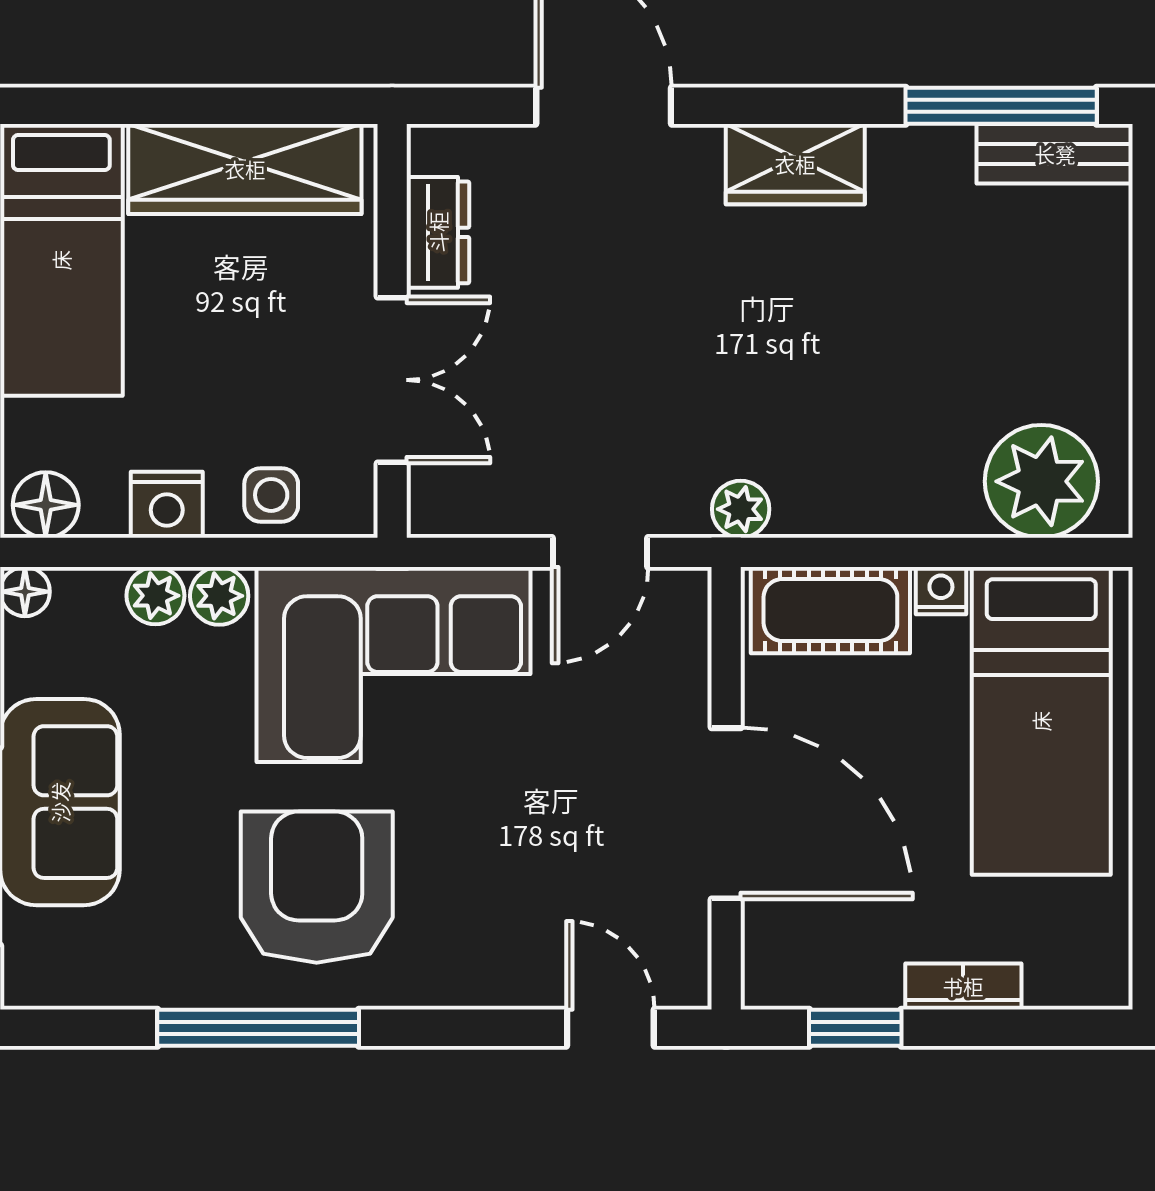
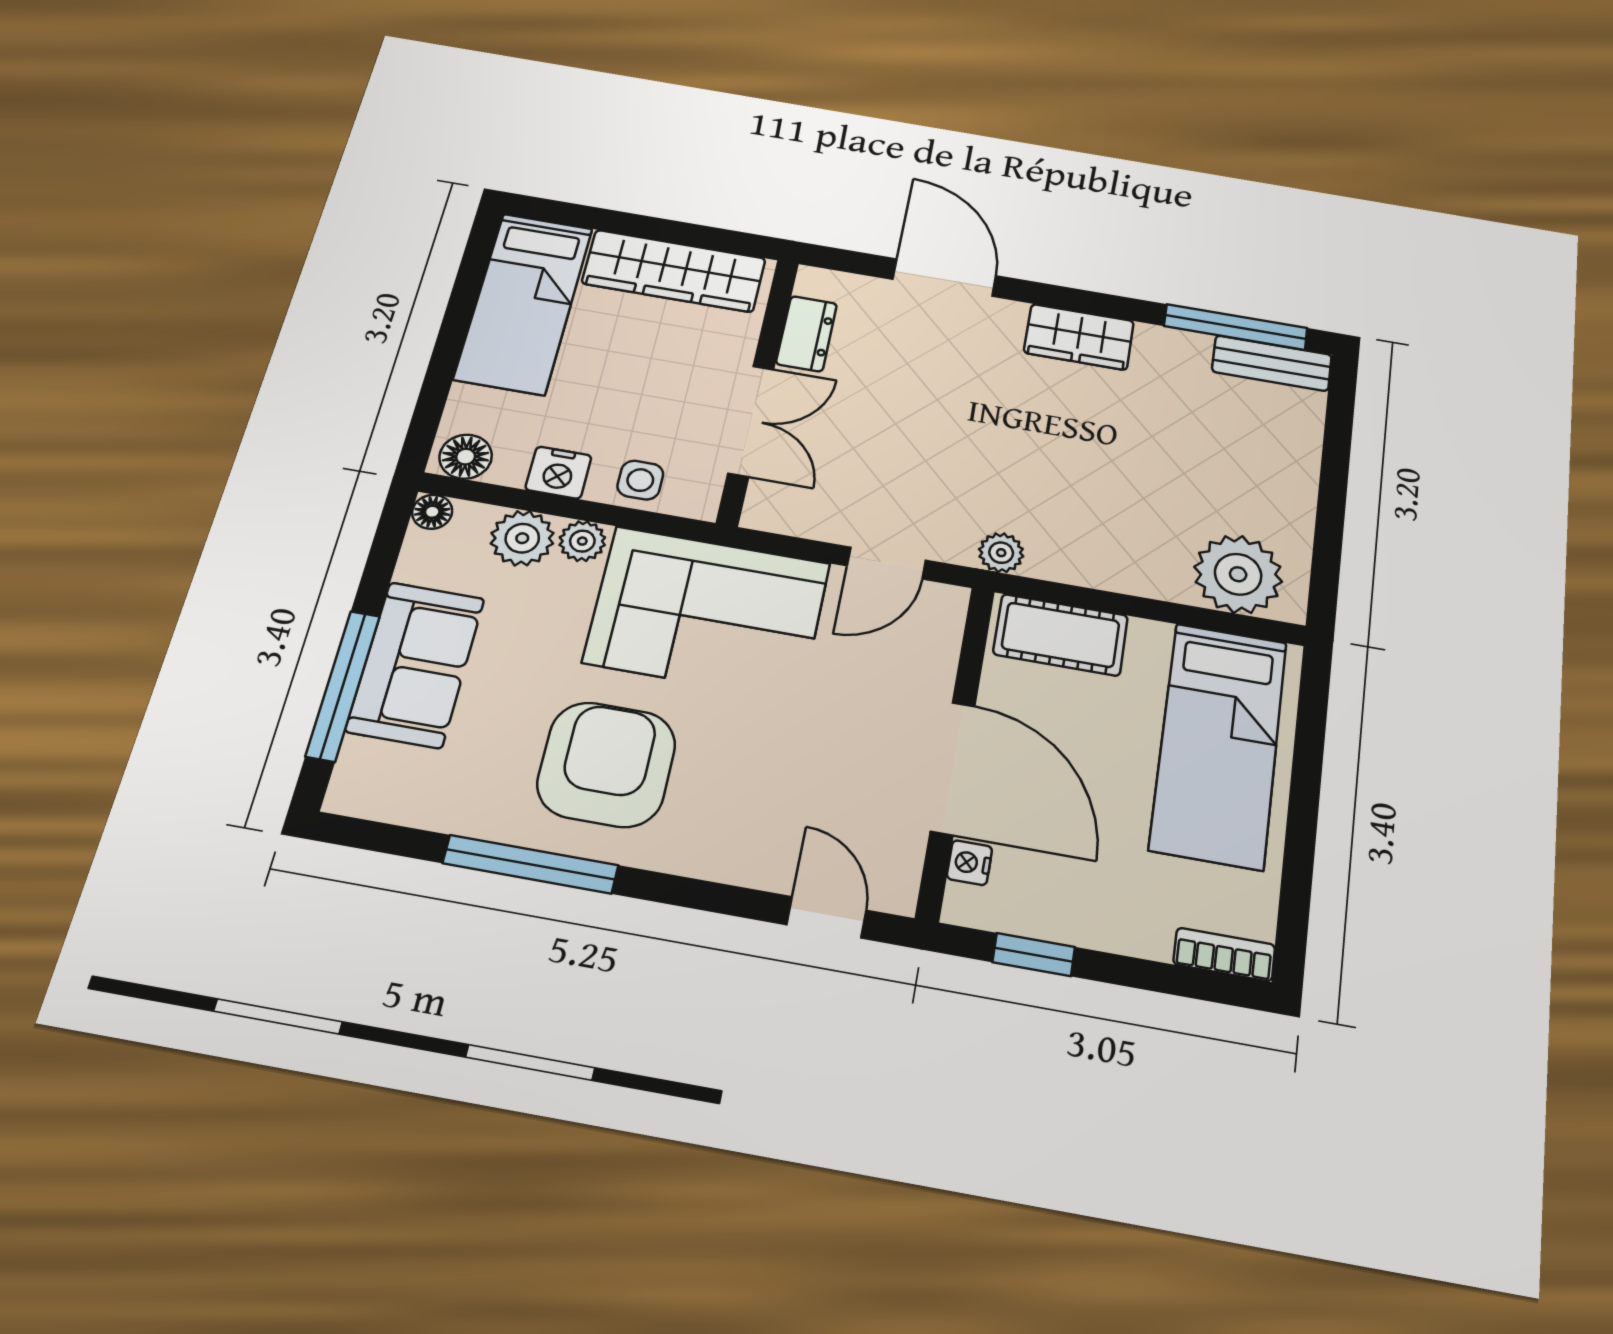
nightstand: (941, 591) -> (969, 863), moved, turned -90
plant: (155, 596) -> (522, 538), width x1.38, depth x1.38
bookcase: (963, 986) -> (1224, 954), moved

